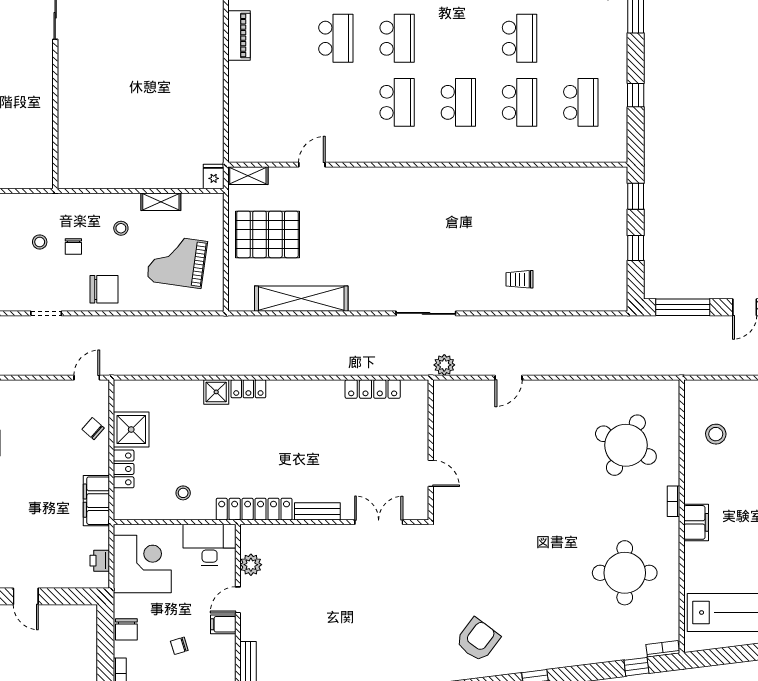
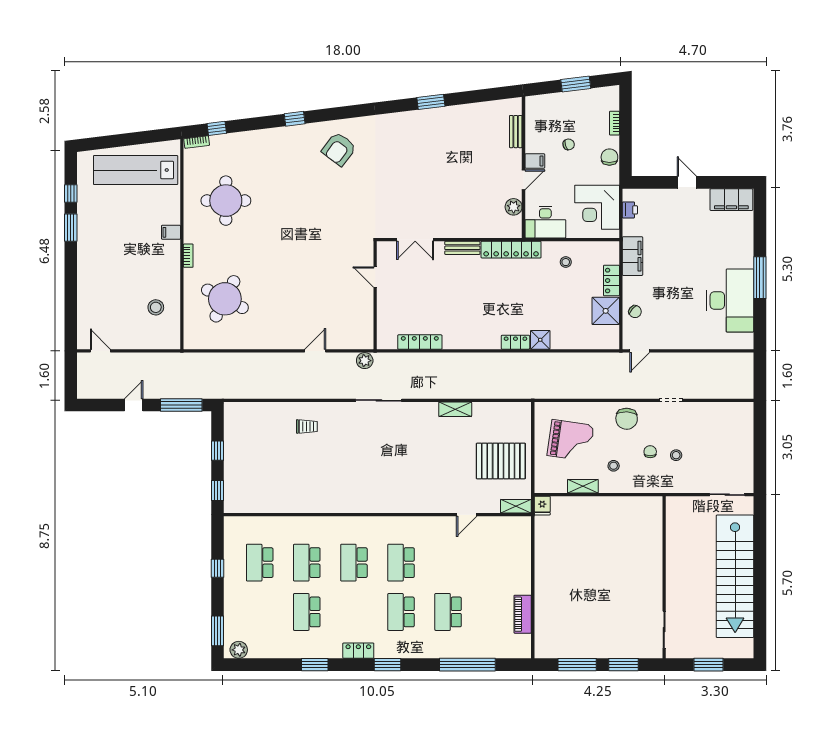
chair: (104, 289) -> (627, 419), turned -87
shelving: (301, 299) -> (455, 409), width x0.45, depth x0.75
filing cabinet: (696, 522) -> (171, 232), width x0.50

